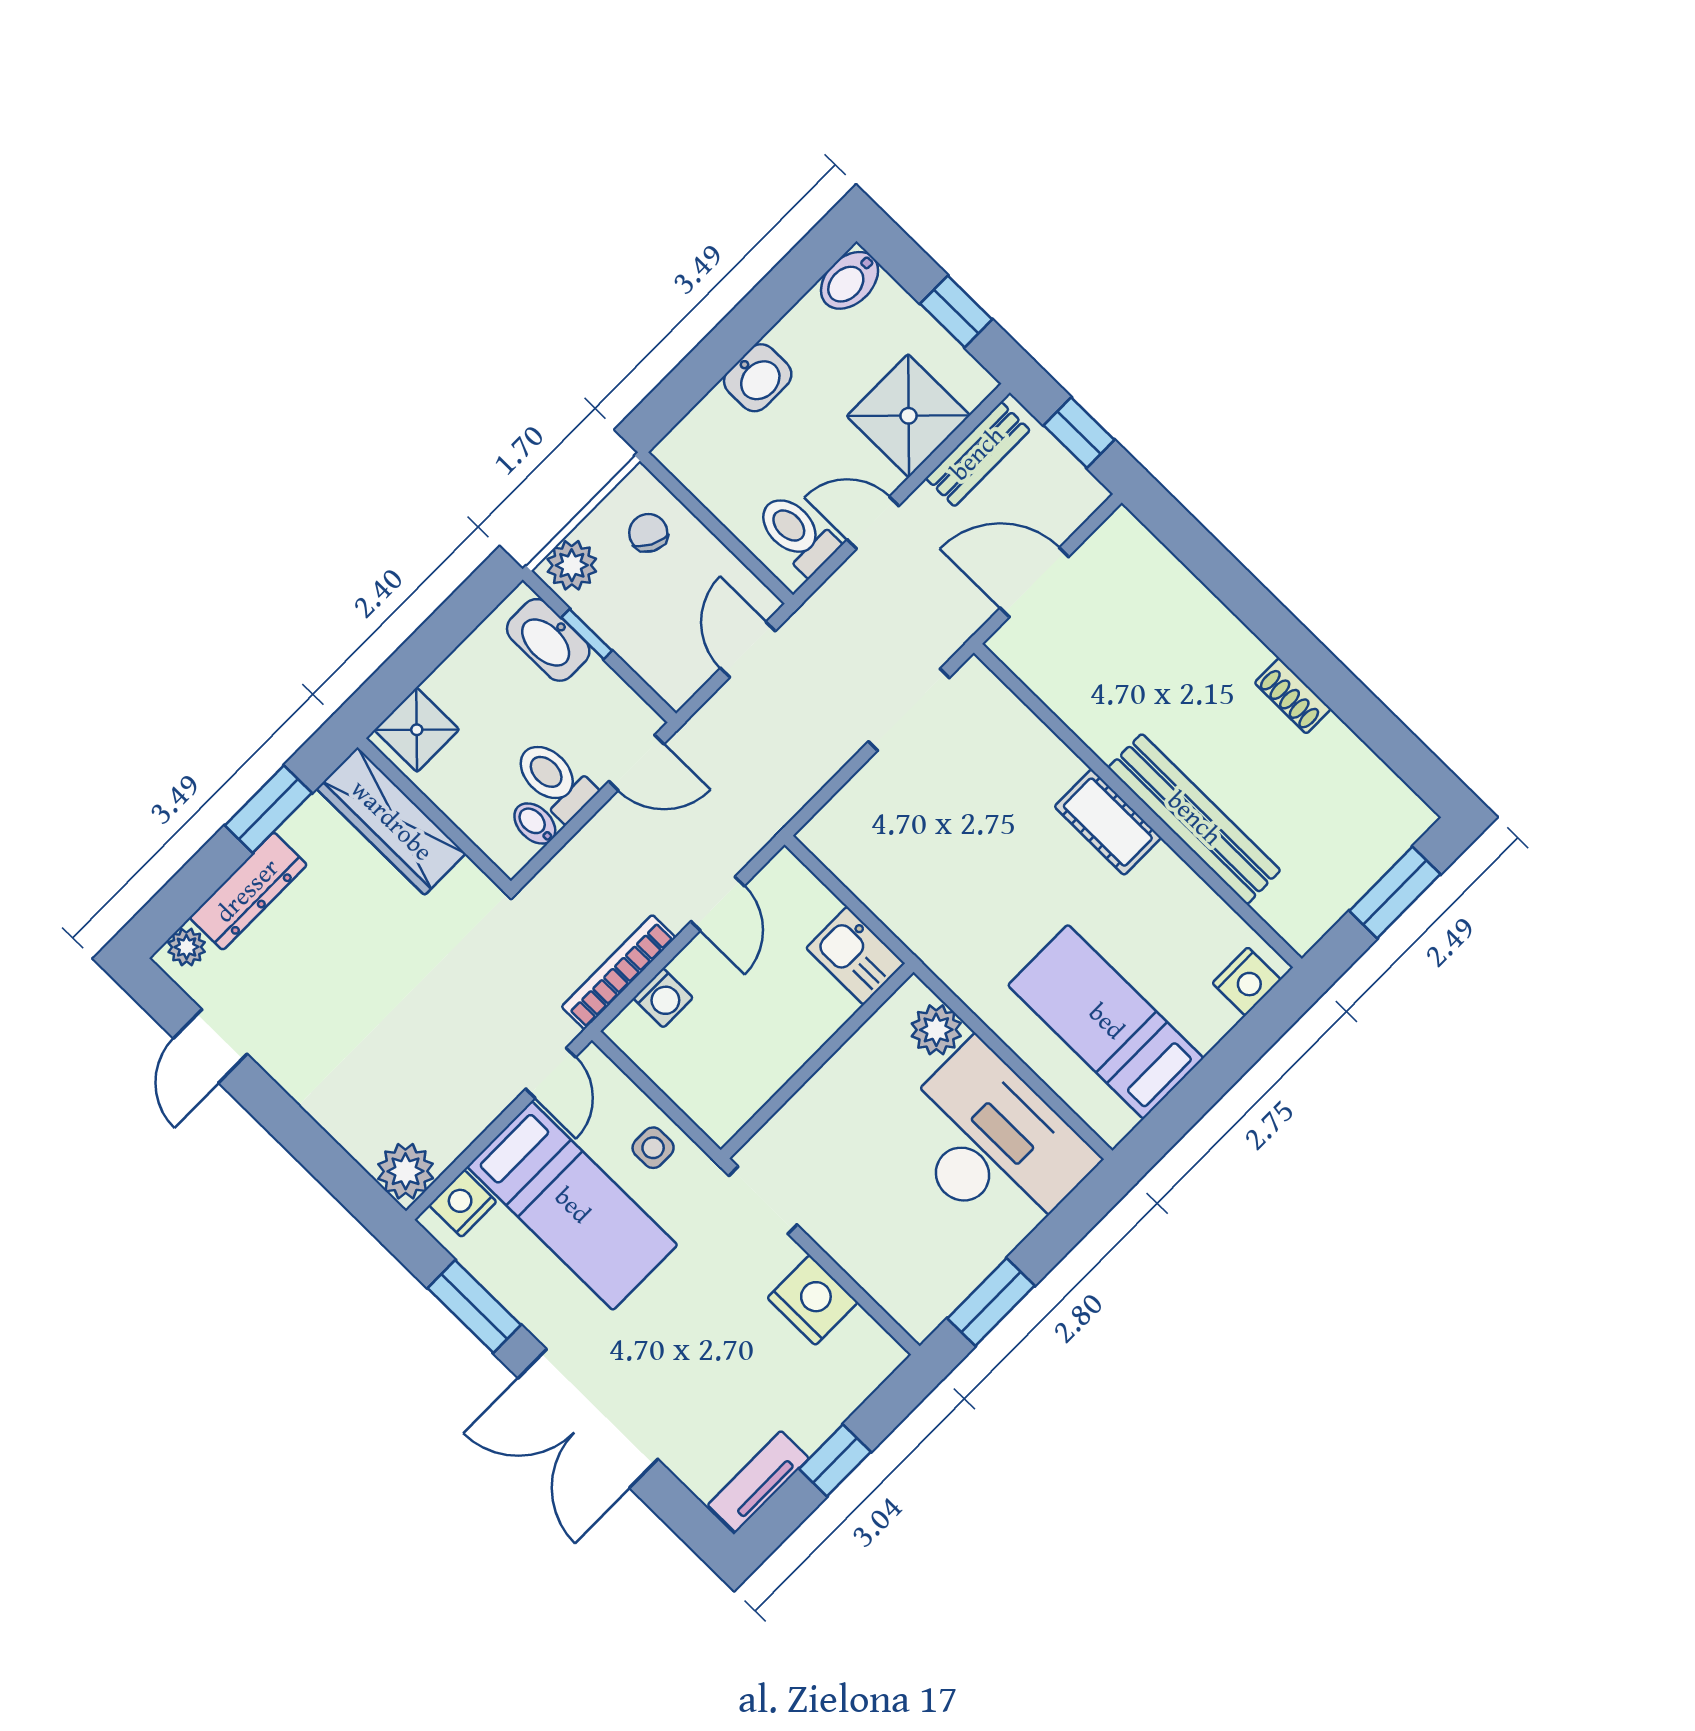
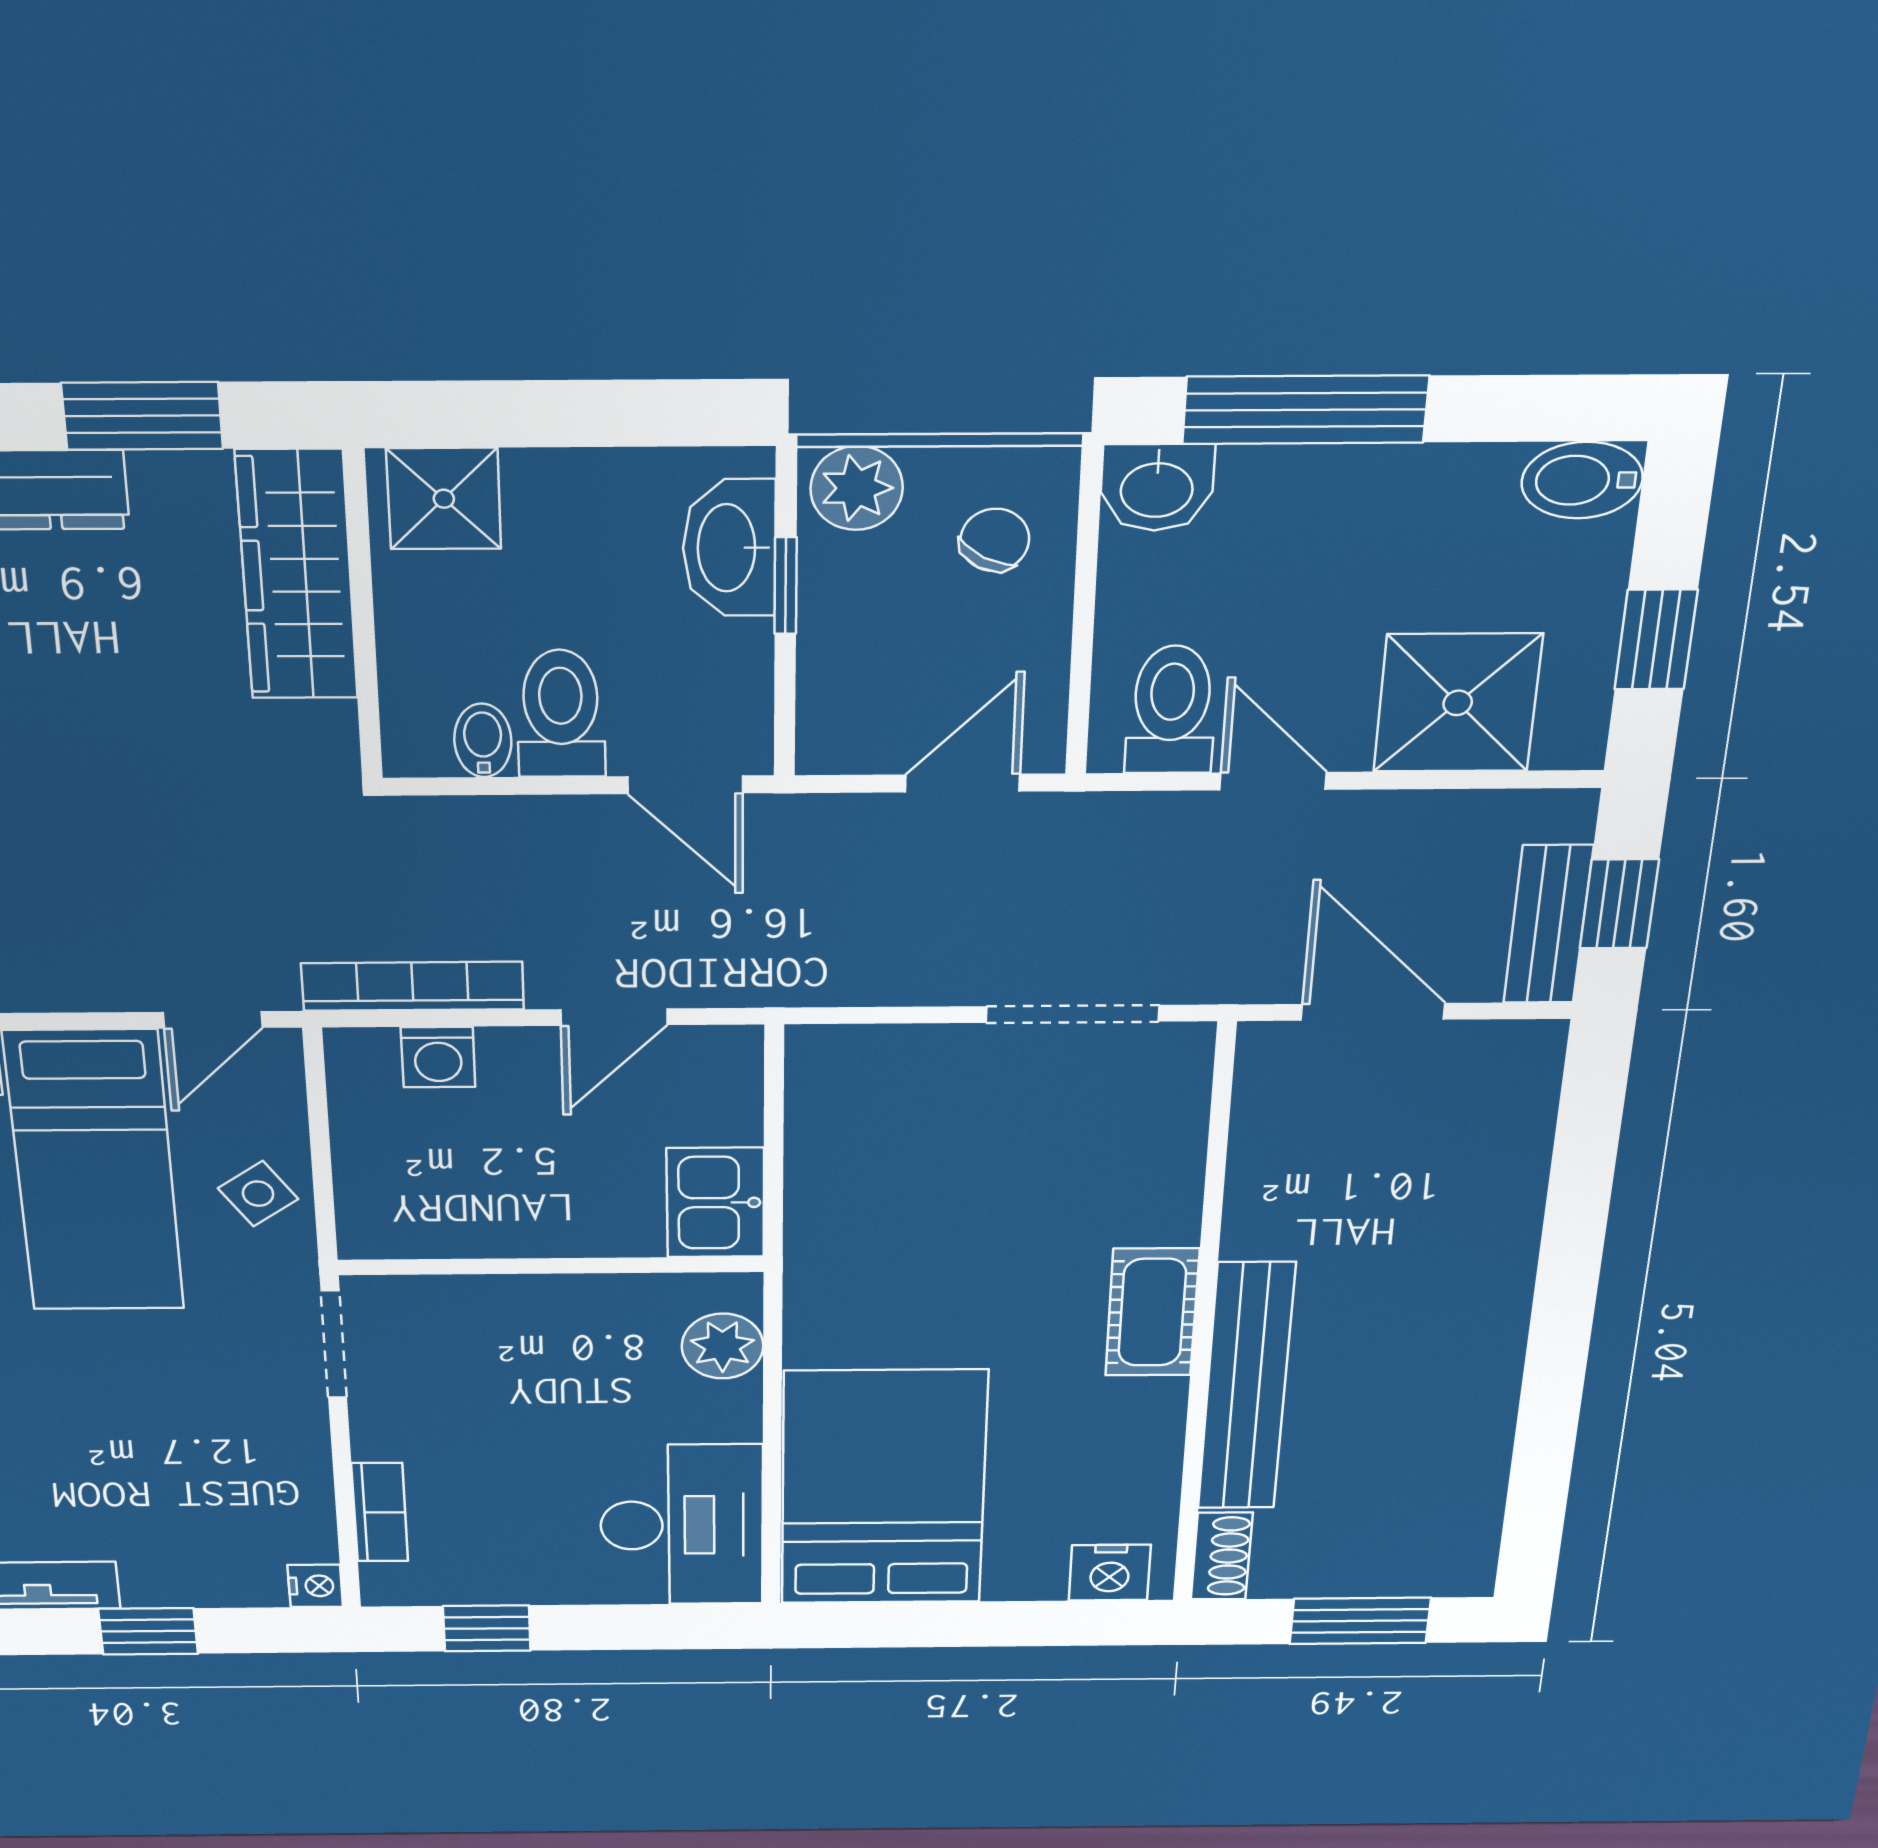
window: (710, 361) -> (1305, 410), added
washbasin: (758, 378) -> (1157, 488), moved
bench: (978, 454) -> (1548, 924), moved, turned 90
shoe rack: (1293, 696) -> (1222, 1556), moved, turned 180
bed: (1106, 1022) -> (883, 1488), width x1.50
desk: (992, 1144) -> (682, 1525), width x0.73, depth x0.77
side table: (653, 1148) -> (258, 1194), turned -35
bookcase: (875, 1279) -> (380, 1512), added
nightstand: (813, 1300) -> (315, 1586), moved, width x0.53, depth x0.56
window: (991, 1302) -> (487, 1628), width x0.67

